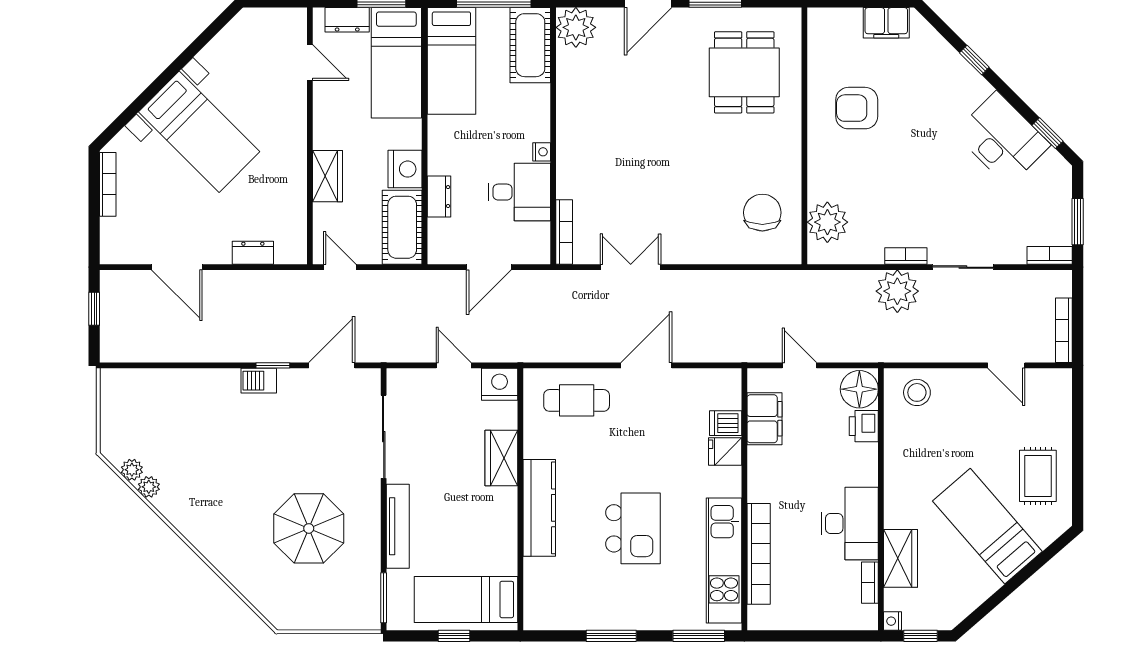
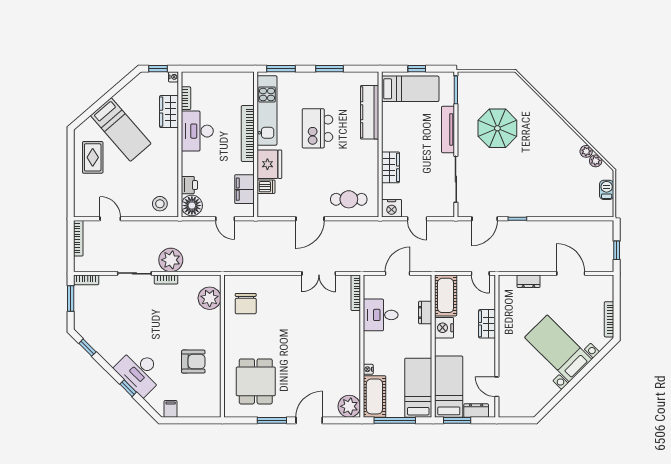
filing cabinet: (886, 23) -> (171, 409), width x0.50
desk: (1002, 139) -> (140, 372), moved
nightstand: (542, 152) -> (368, 369), moved
barbecue: (259, 381) -> (607, 190), moved, turned -90
fridge: (725, 451) -> (269, 164), width x1.88, depth x1.34
kitchen counter: (539, 508) -> (370, 112), moved
bookcase: (759, 554) -> (248, 134), moved

